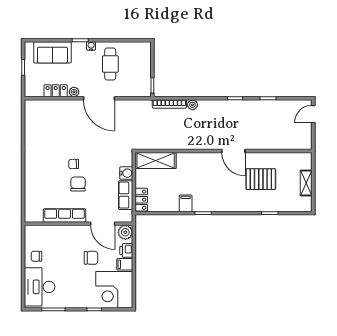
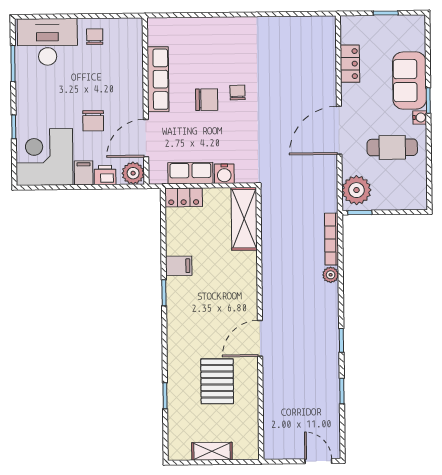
sofa: (52, 52) -> (409, 81), moved
plant: (74, 92) -> (356, 190), moved, width x1.88, depth x1.88

